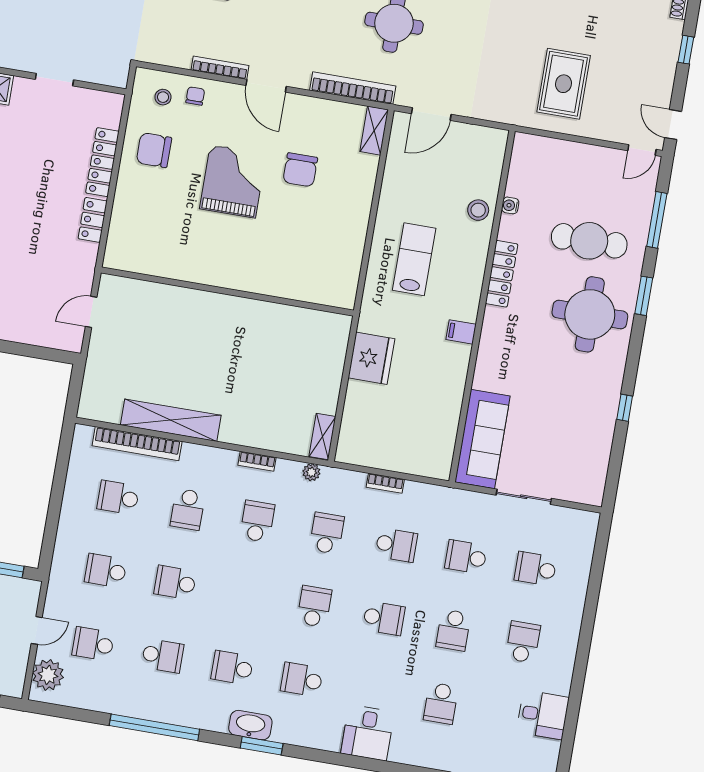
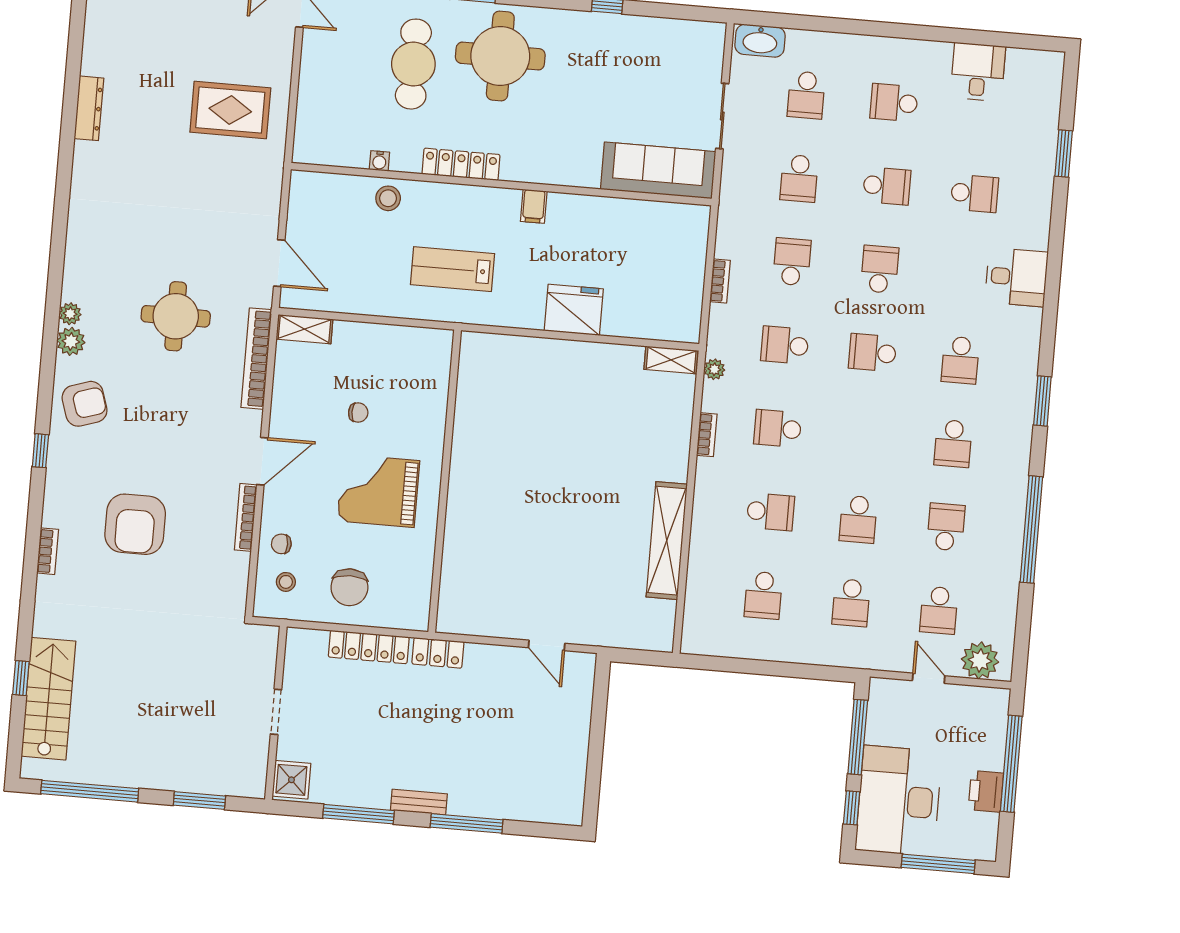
chair: (300, 170) -> (358, 413), width x0.54, depth x0.54
wall: (227, 291) -> (445, 481), moved
bookcase: (137, 444) -> (698, 578), removed
washbasin: (250, 725) -> (760, 41), moved, turned -90

